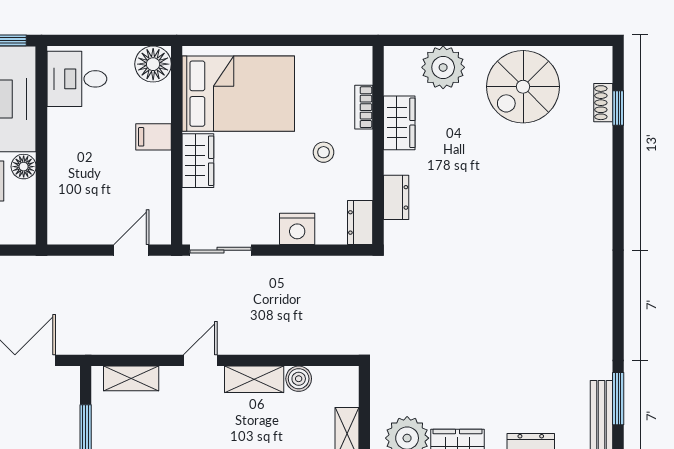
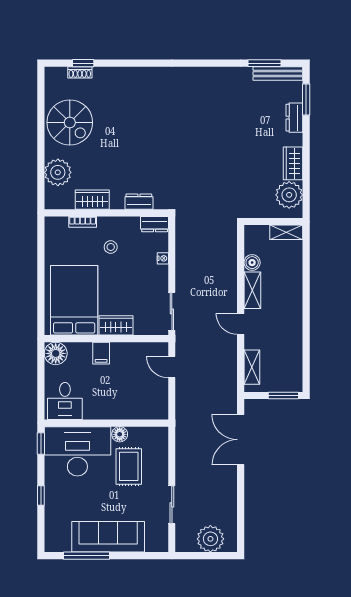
nightstand: (297, 229) -> (163, 258), width x0.53, depth x0.56

